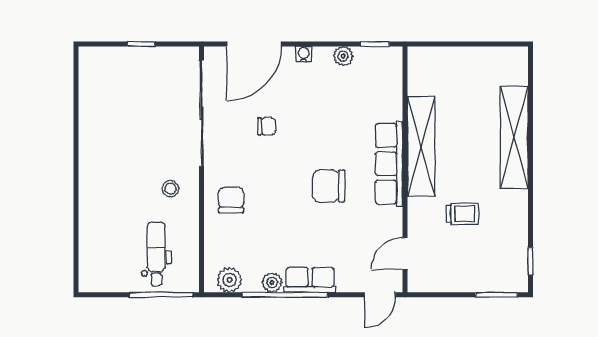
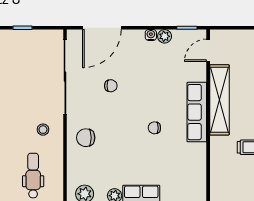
water cooler: (304, 54) -> (151, 35), moved
chair: (329, 186) -> (154, 128), width x0.54, depth x0.54
chair: (231, 200) -> (86, 138), turned -90
door: (405, 253) -> (208, 50), moved

